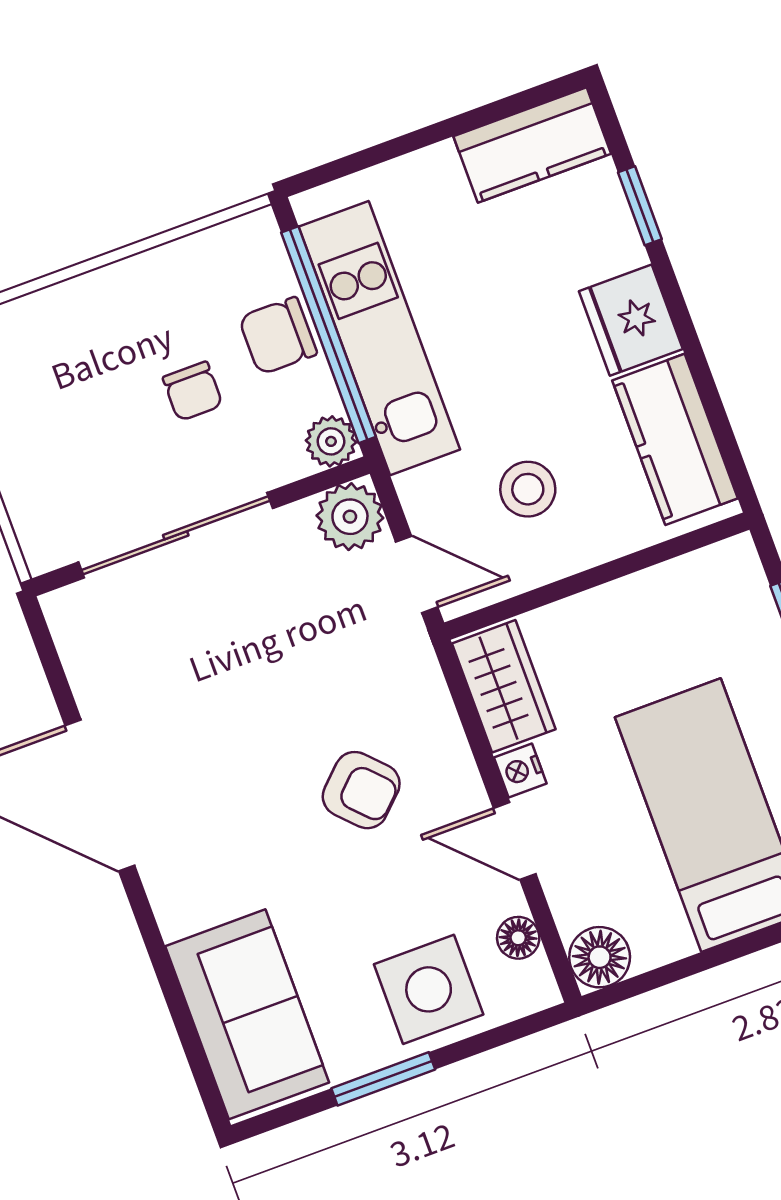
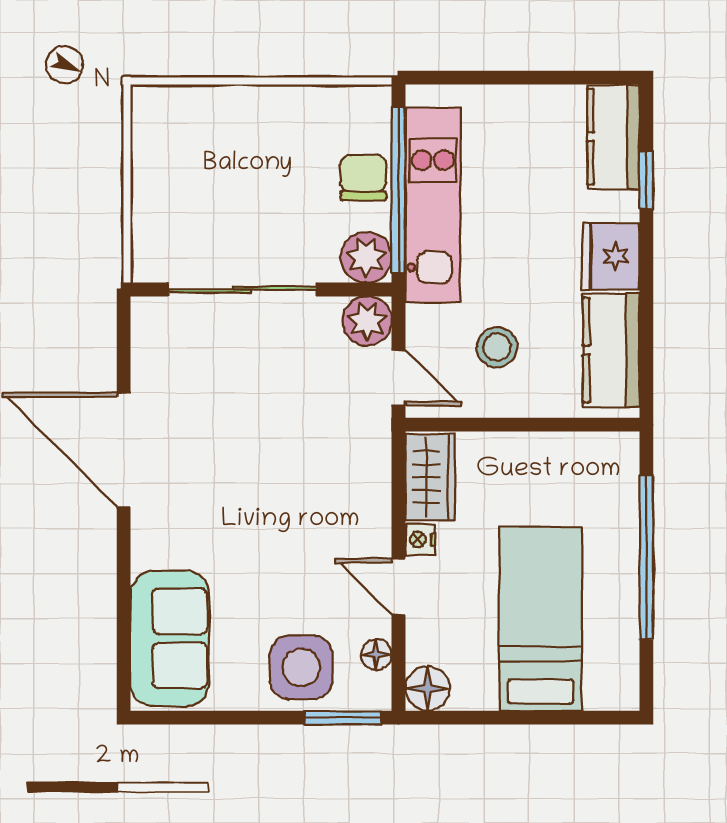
kitchen counter: (532, 145) -> (613, 137), moved, turned 90
chair: (278, 336) -> (363, 178), turned 90
chair: (193, 391) -> (290, 194), removed
plant: (331, 441) -> (366, 257), width x1.38, depth x1.38
armchair: (361, 790) -> (305, 513), removed
window: (383, 1079) -> (343, 718), moved

